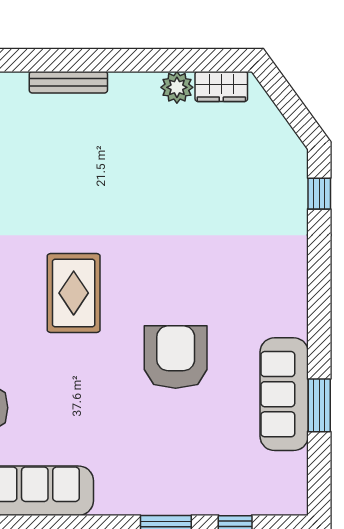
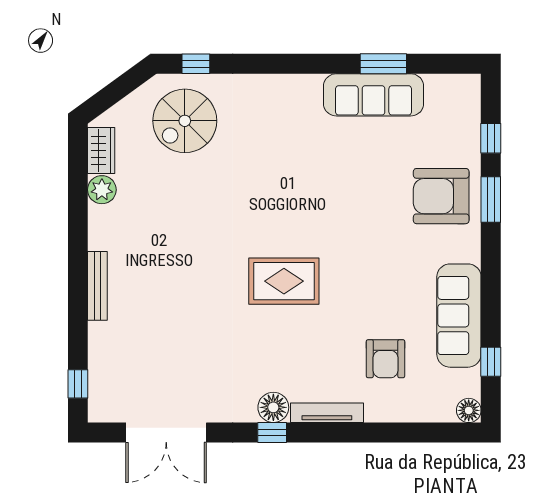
spiral stairs: (255, 181) -> (185, 121), added
armchair: (176, 357) -> (441, 196), moved

